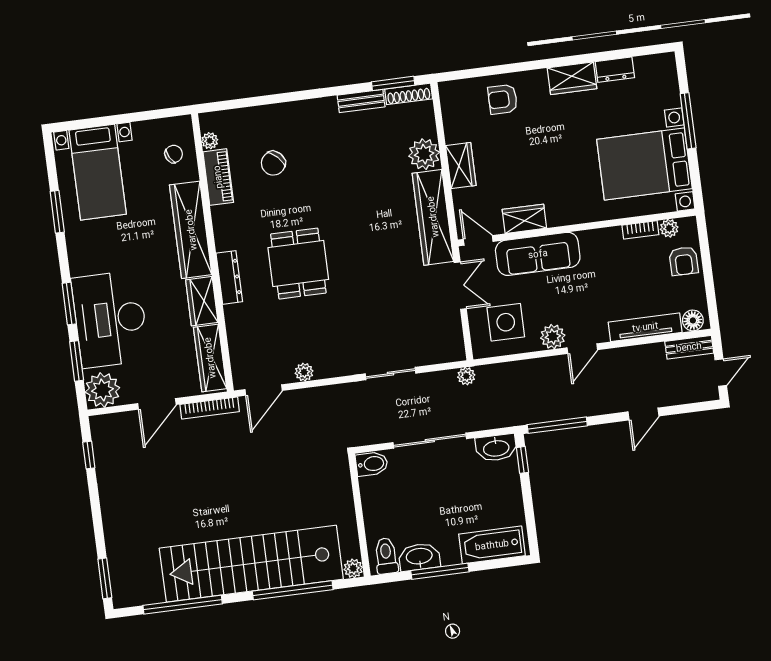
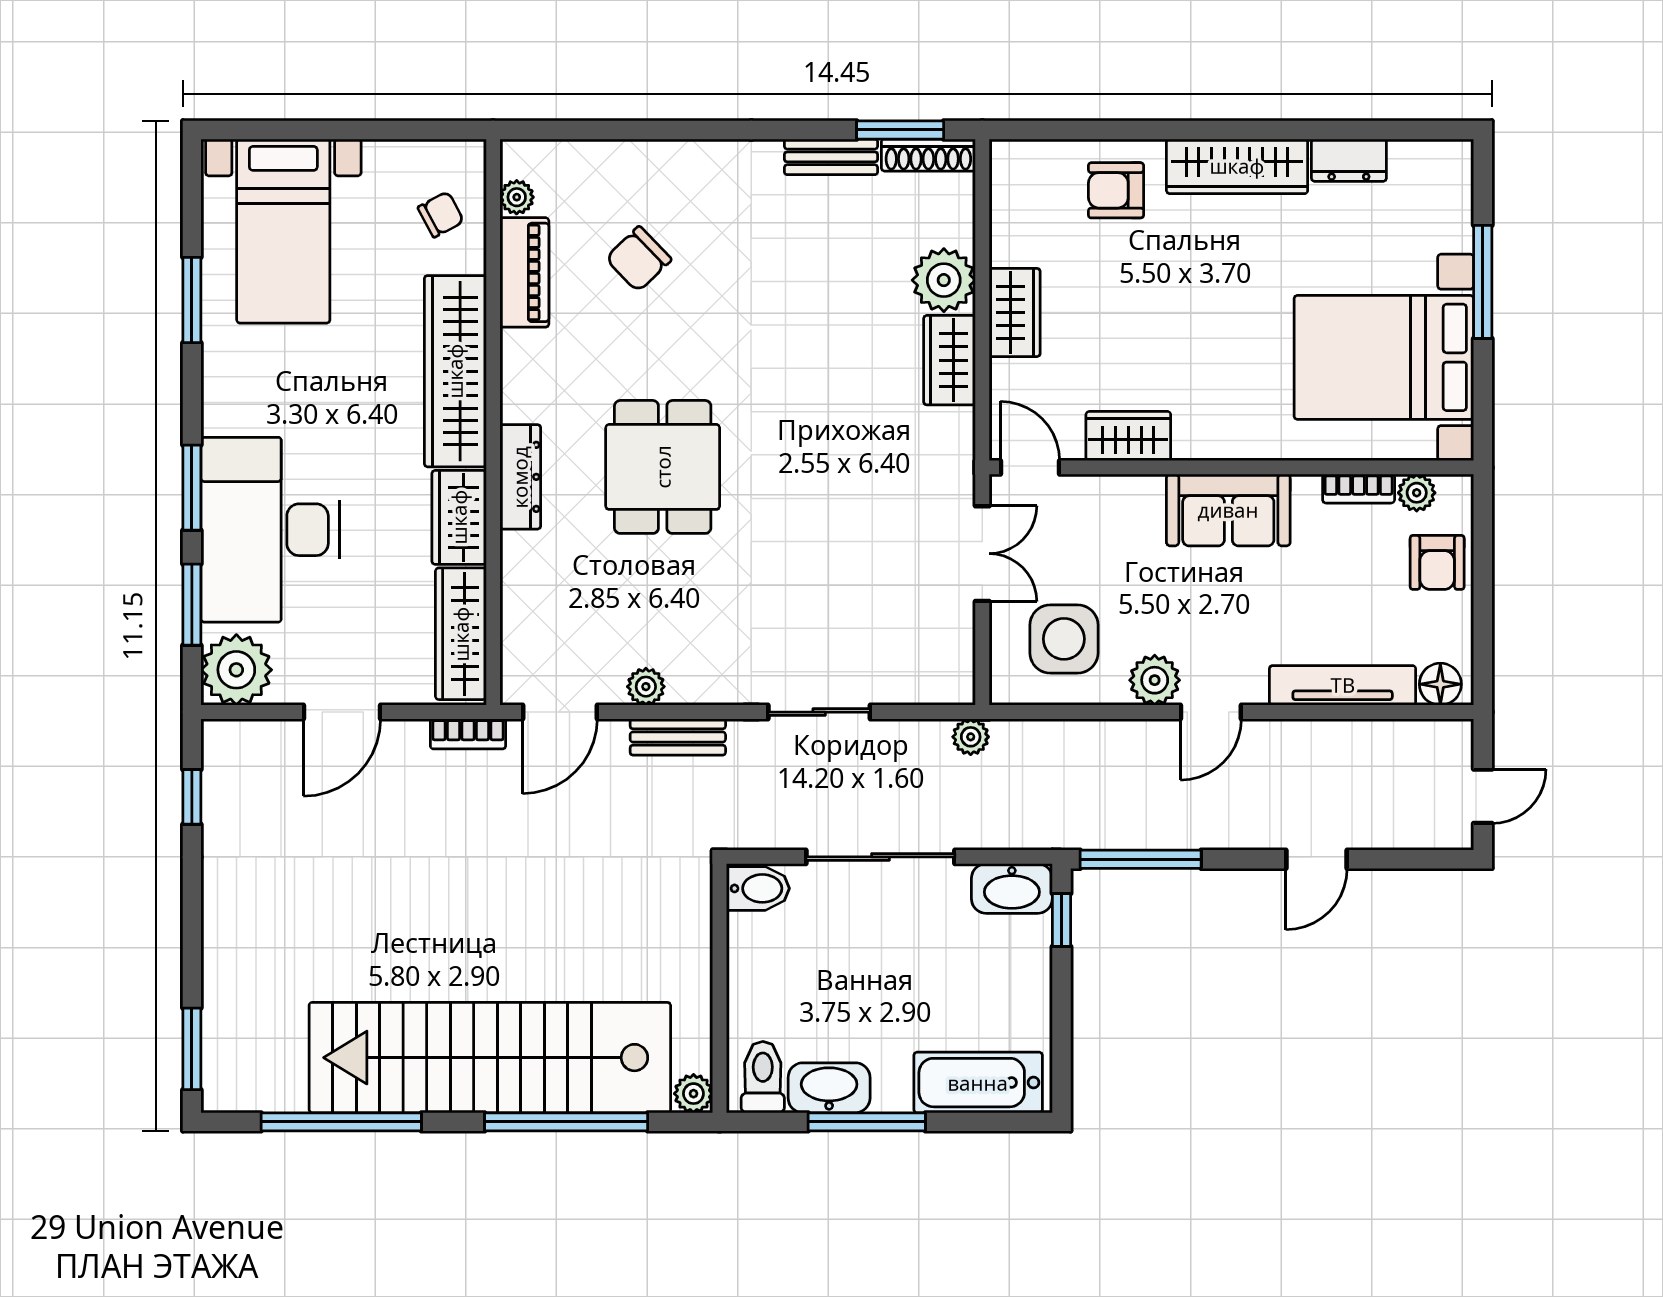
wardrobe: (572, 78) -> (1237, 166), width x1.50
wardrobe: (433, 217) -> (949, 360), width x0.48, depth x0.85
sofa: (538, 254) -> (1228, 510), moved, width x0.73
bench: (689, 347) -> (678, 737), moved
bookcase: (210, 408) -> (468, 734), width x0.64

